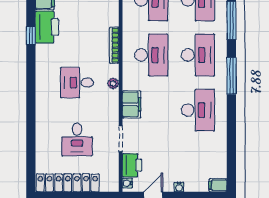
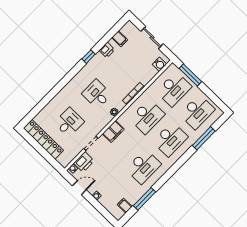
printer: (47, 27) -> (107, 50), width x0.53, depth x0.68
window: (31, 35) -> (89, 57), moved
window: (231, 76) -> (144, 199), moved
desk: (77, 139) -> (69, 122), turned 180
filing cabinet: (218, 185) -> (125, 206), moved

